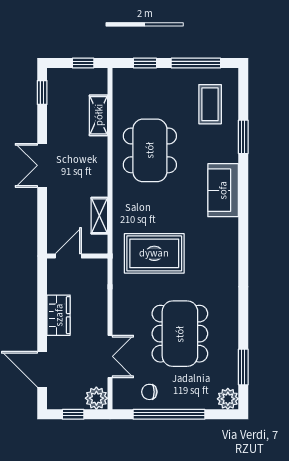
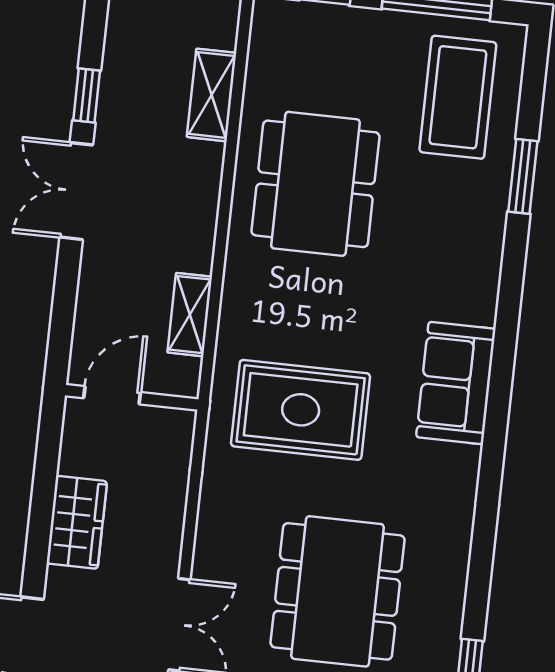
window: (42, 93) -> (87, 96), moved
coffee table: (210, 104) -> (458, 97), width x1.36, depth x1.32
sofa: (223, 190) -> (456, 383), moved

